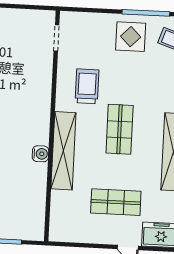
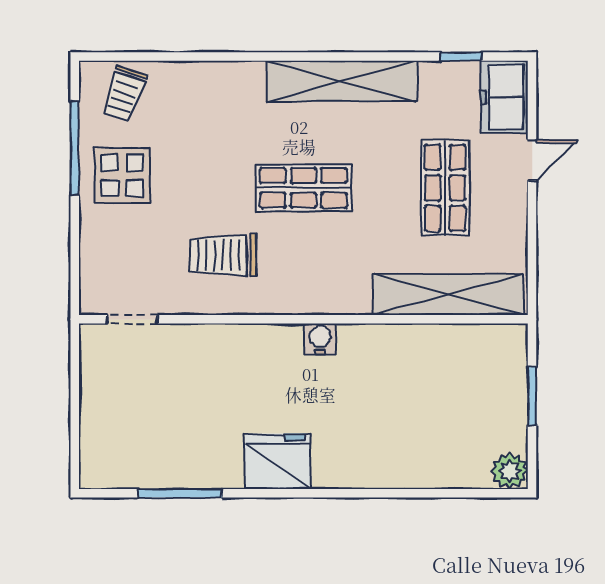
shelving: (63, 151) -> (448, 295), moved
water cooler: (40, 154) -> (320, 339), moved

